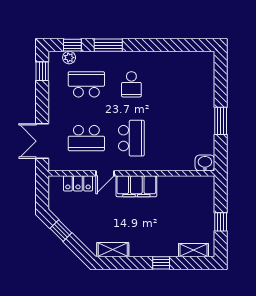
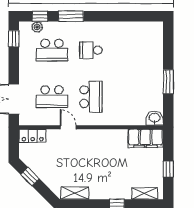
school desk: (86, 84) -> (52, 50), turned 180
school desk: (131, 84) -> (91, 50), turned 90
door: (105, 173) -> (68, 127), swing flipped
locker: (78, 183) -> (33, 136), moved
filing cabinet: (136, 186) -> (145, 138), moved

